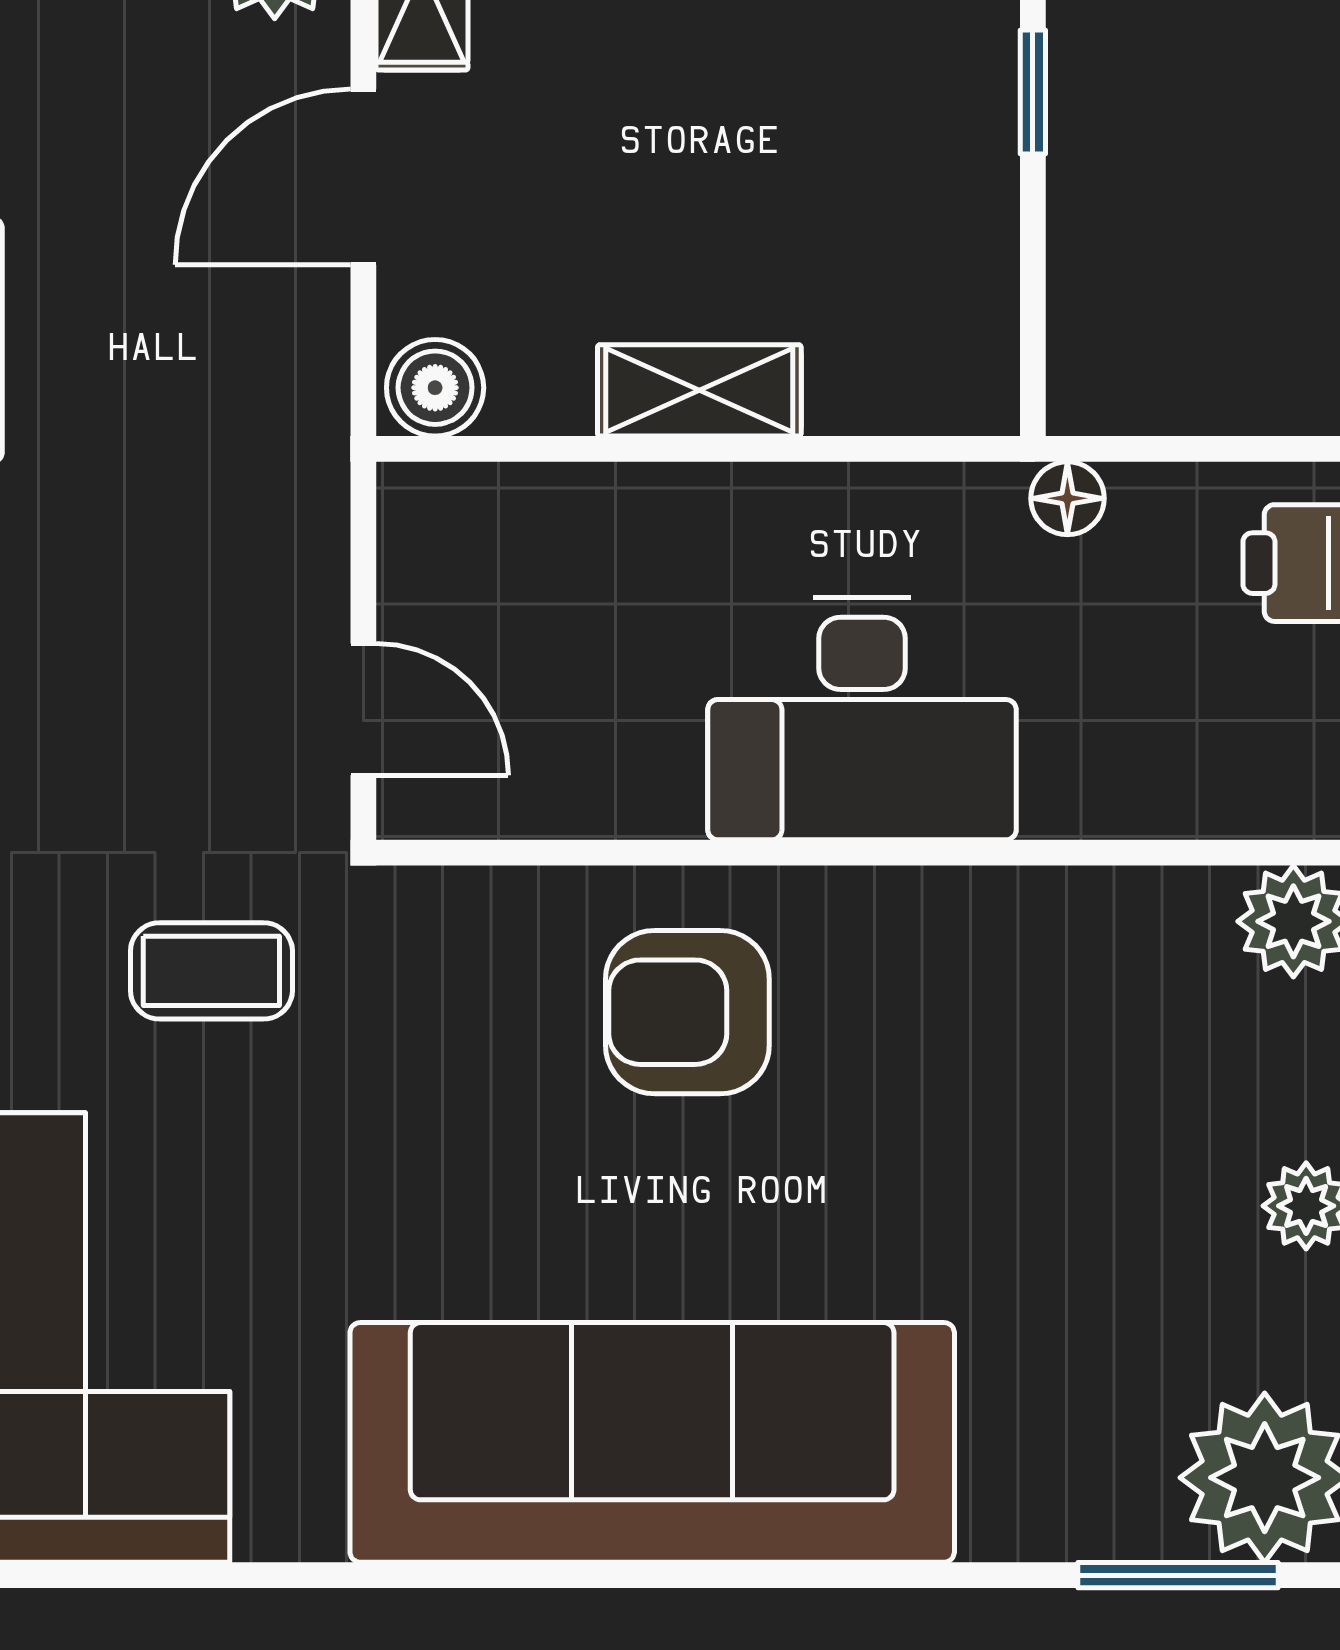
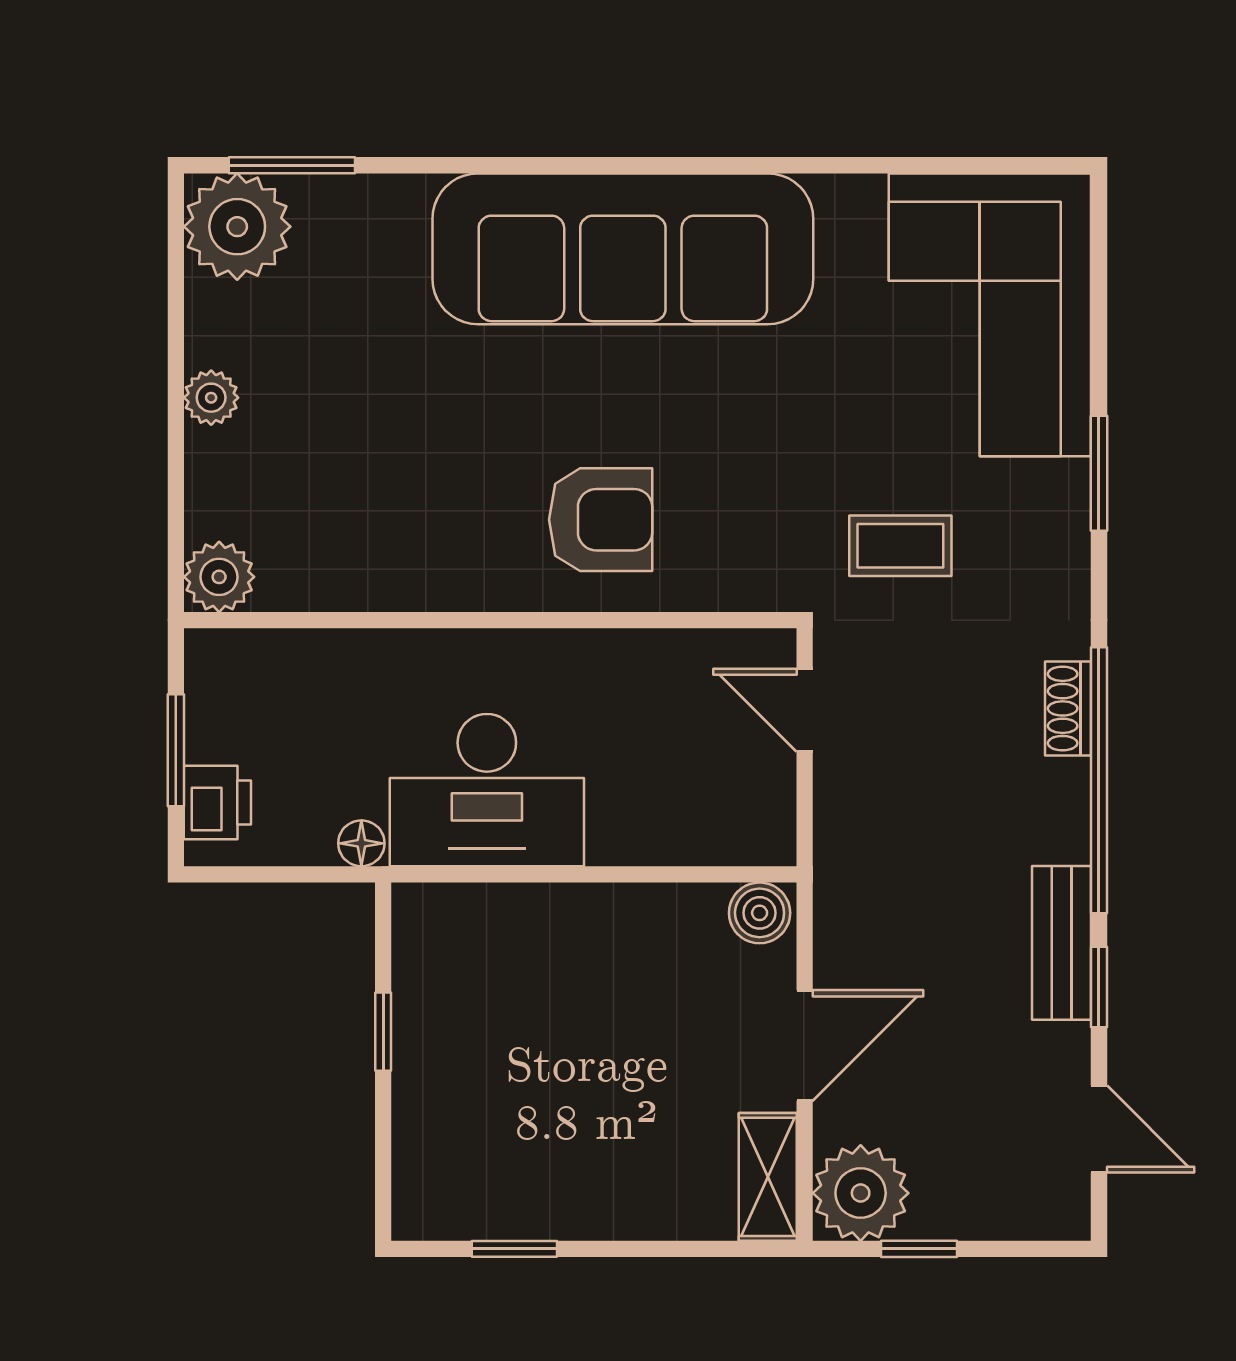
window: (1033, 92) -> (383, 1032), moved
shelving: (699, 390) -> (593, 911), removed
desk: (862, 719) -> (487, 790), moved, turned 180

